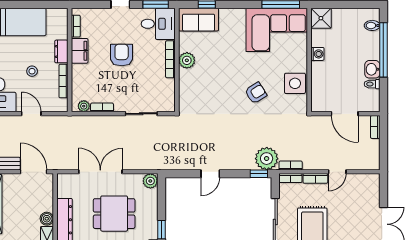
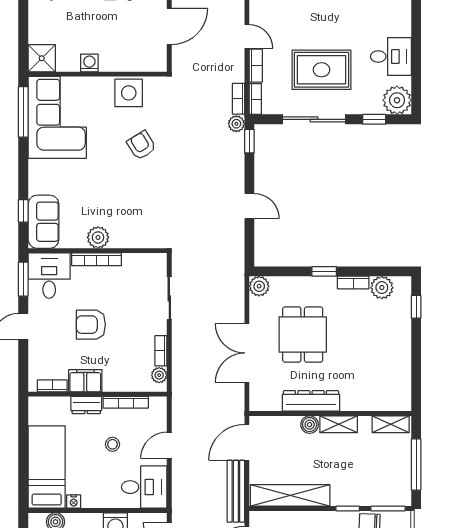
plant: (267, 159) -> (236, 124), width x0.53, depth x0.53

